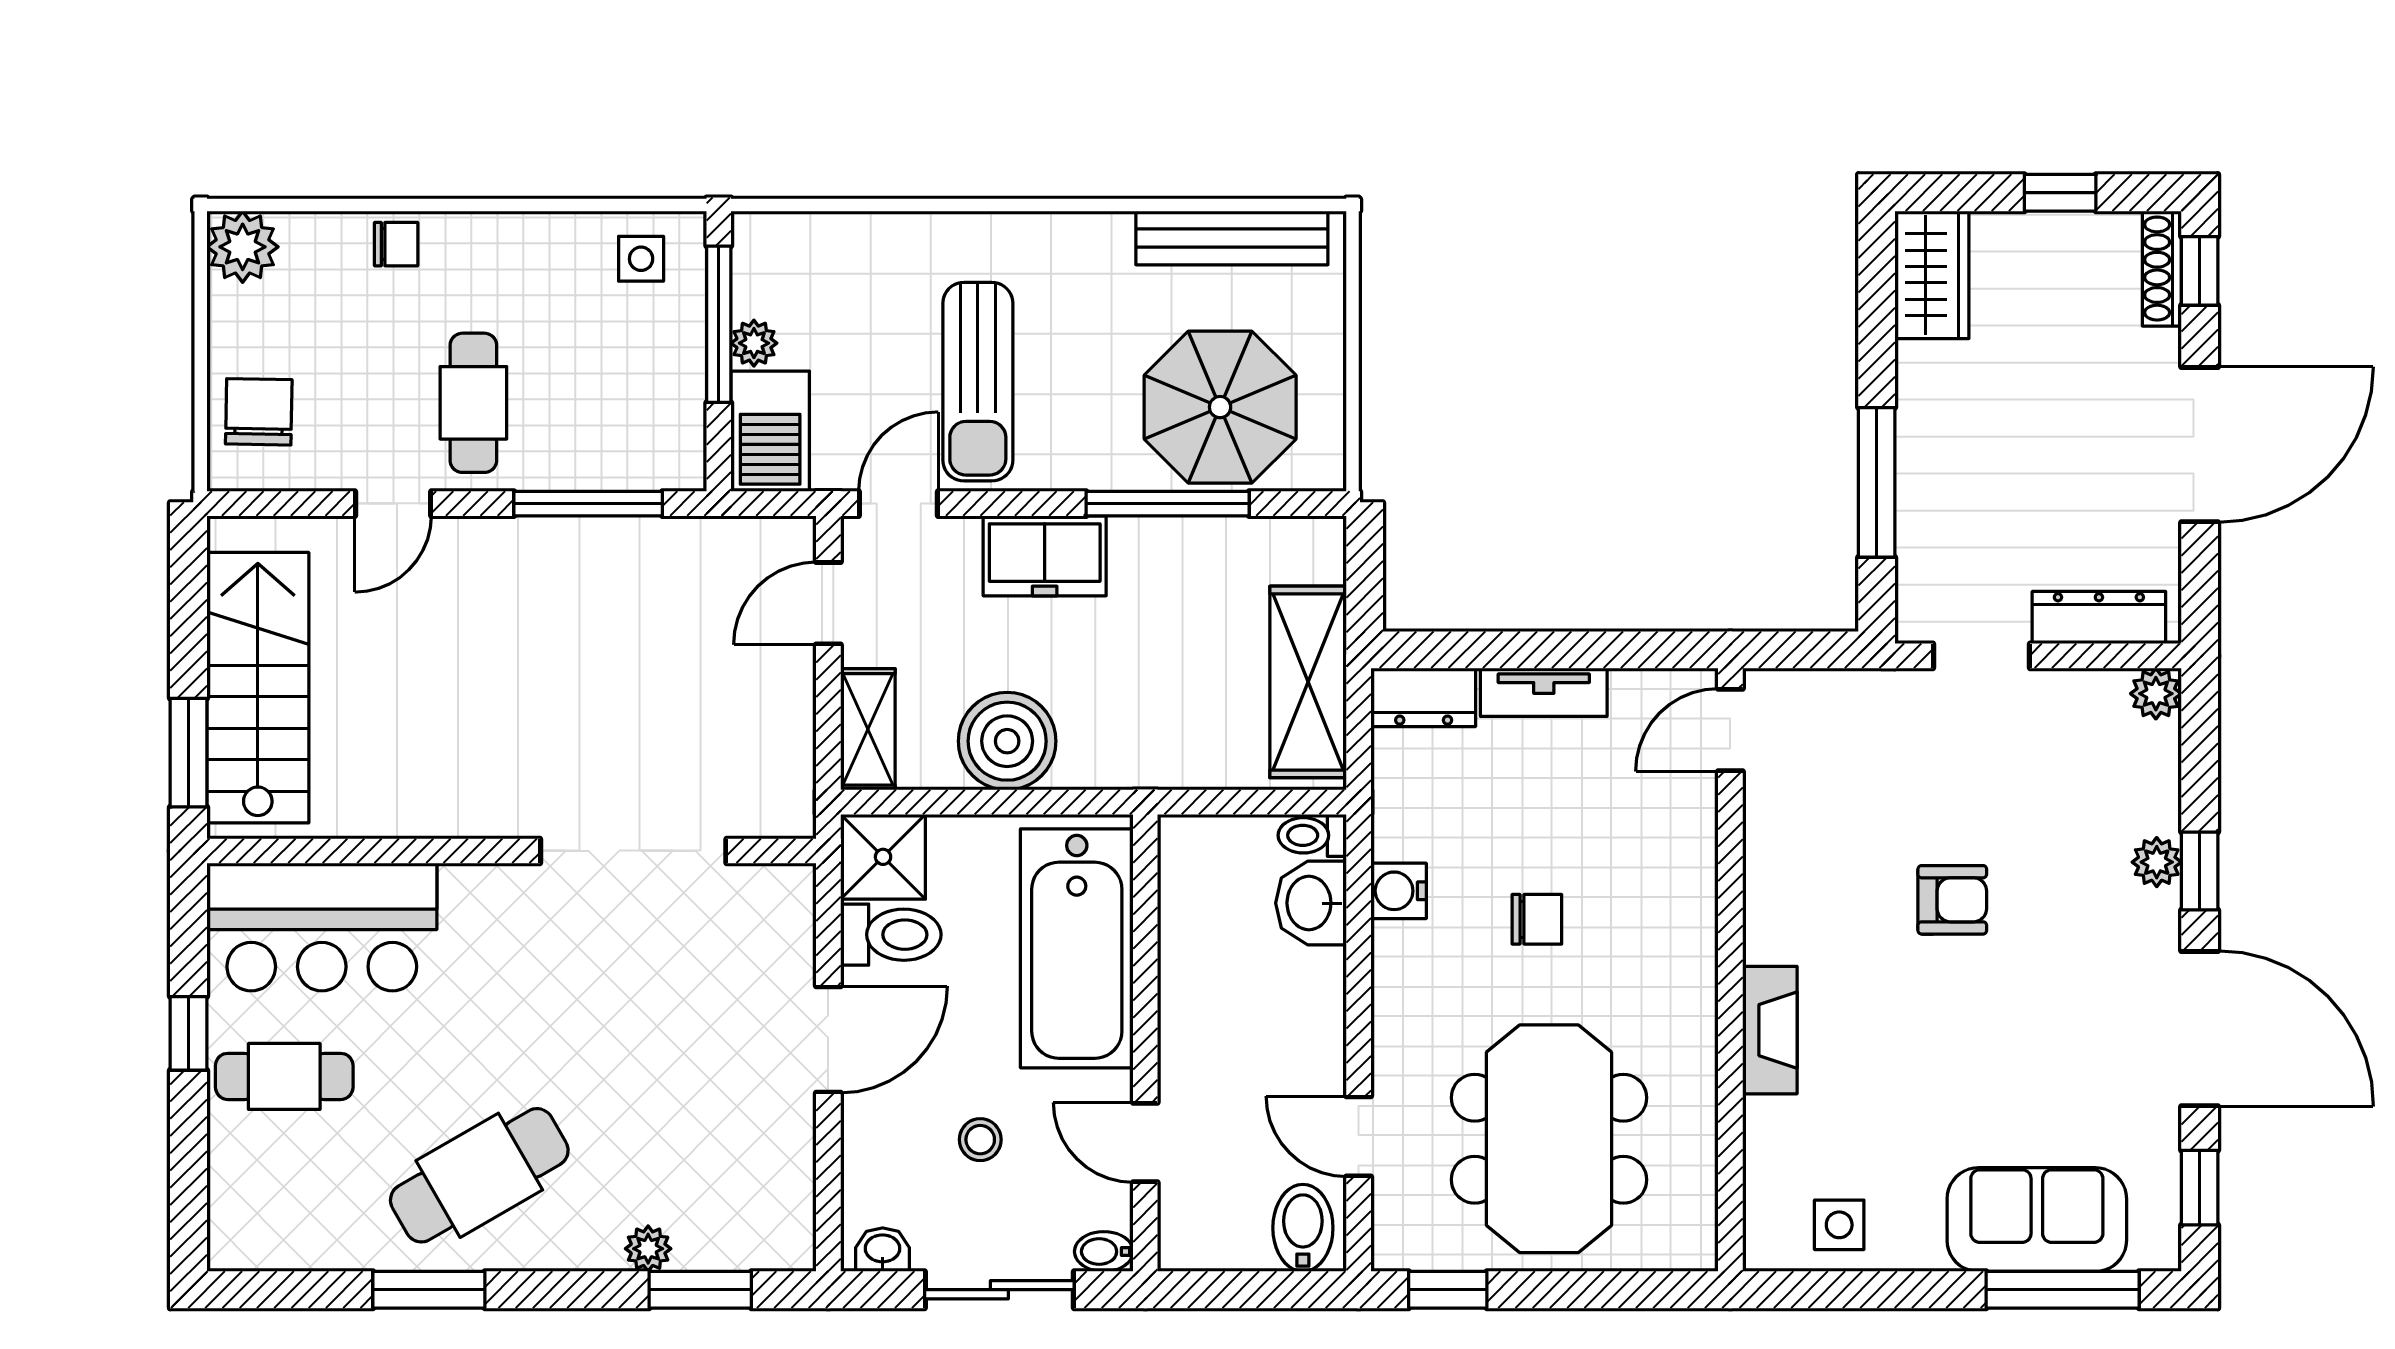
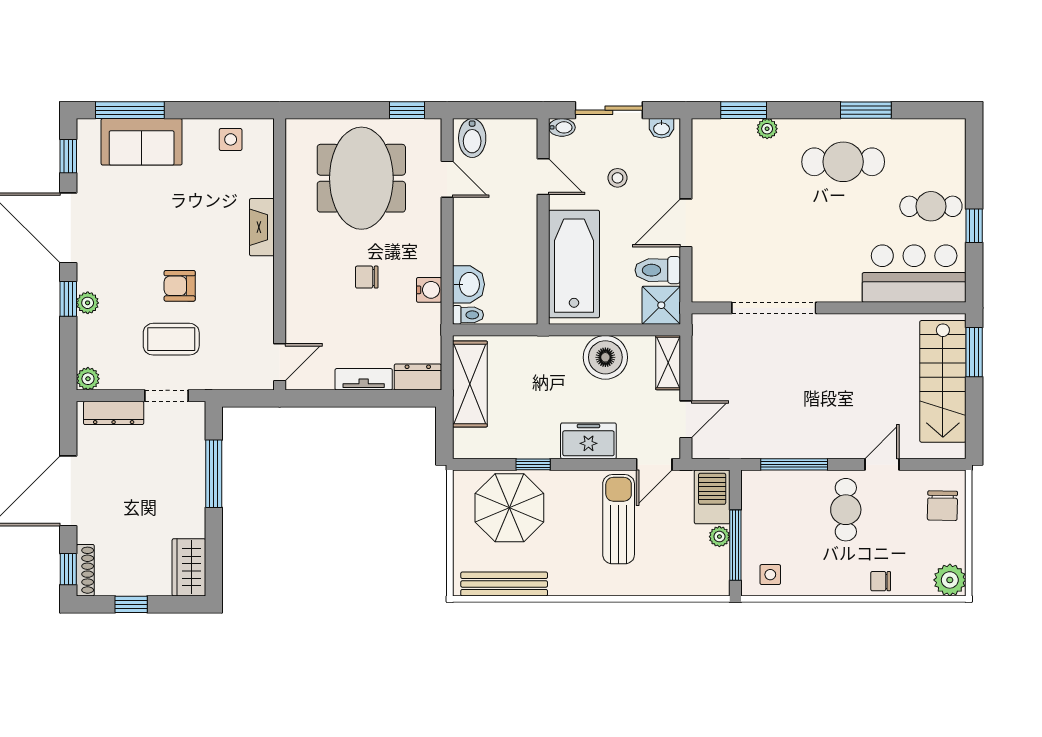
window: (1168, 504) -> (533, 464), width x0.46
coffee table: (1971, 781) -> (171, 339), added
cafe table: (479, 1175) -> (843, 162), turned 30

